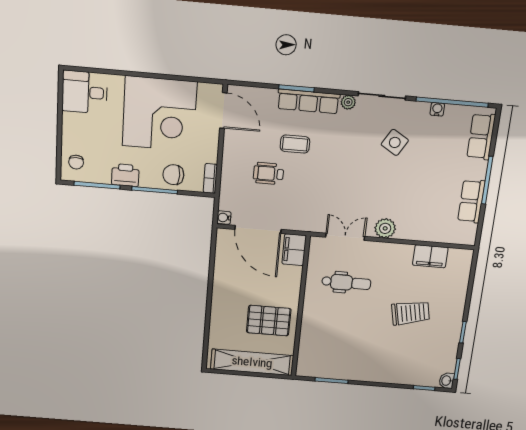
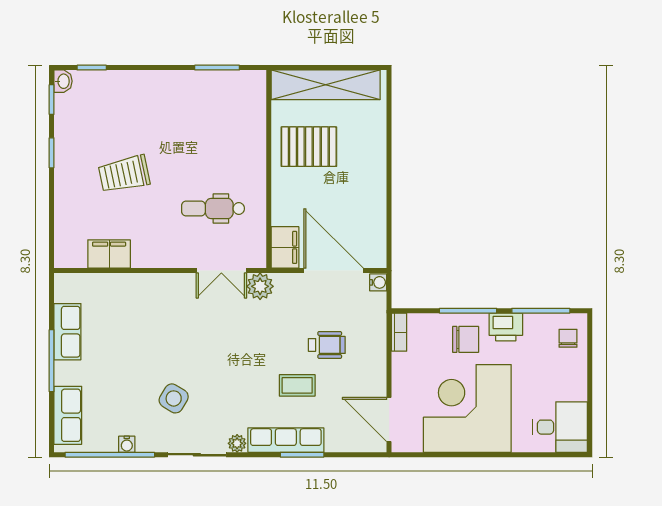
chair: (173, 175) -> (466, 339), moved
plant: (385, 228) -> (260, 286), moved

